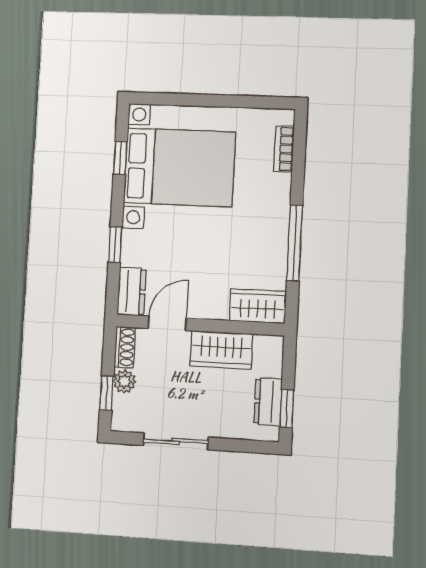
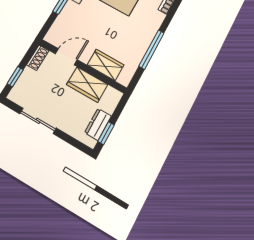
dresser: (131, 292) -> (56, 32), removed
wardrobe: (258, 306) -> (106, 65), moved
plant: (124, 381) -> (28, 75), removed

